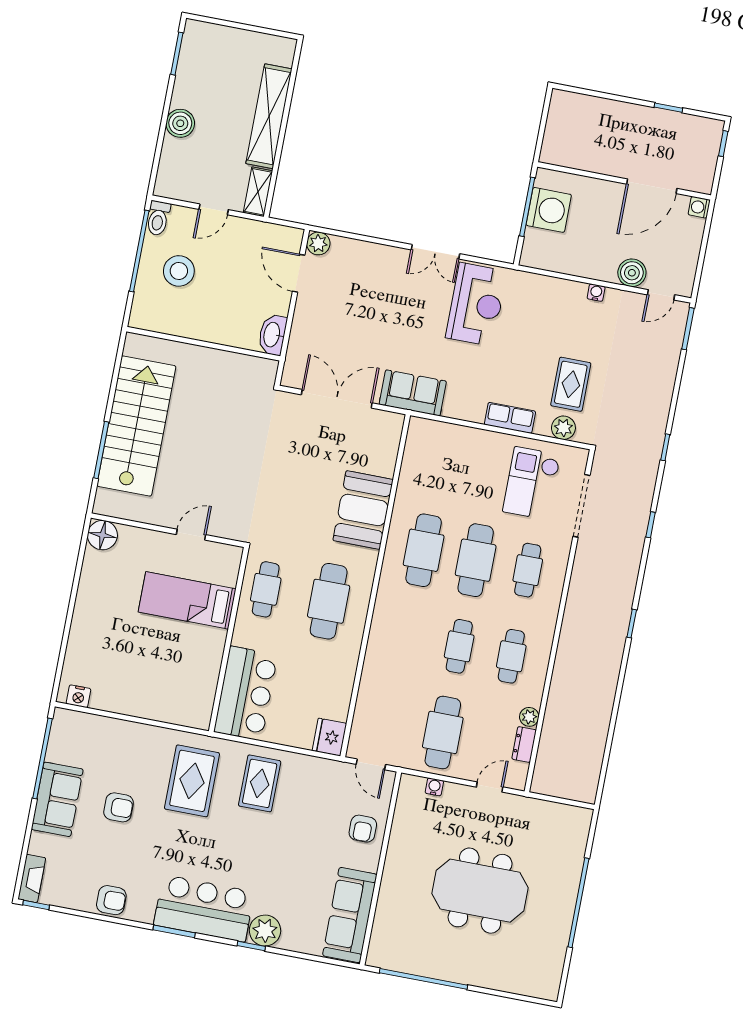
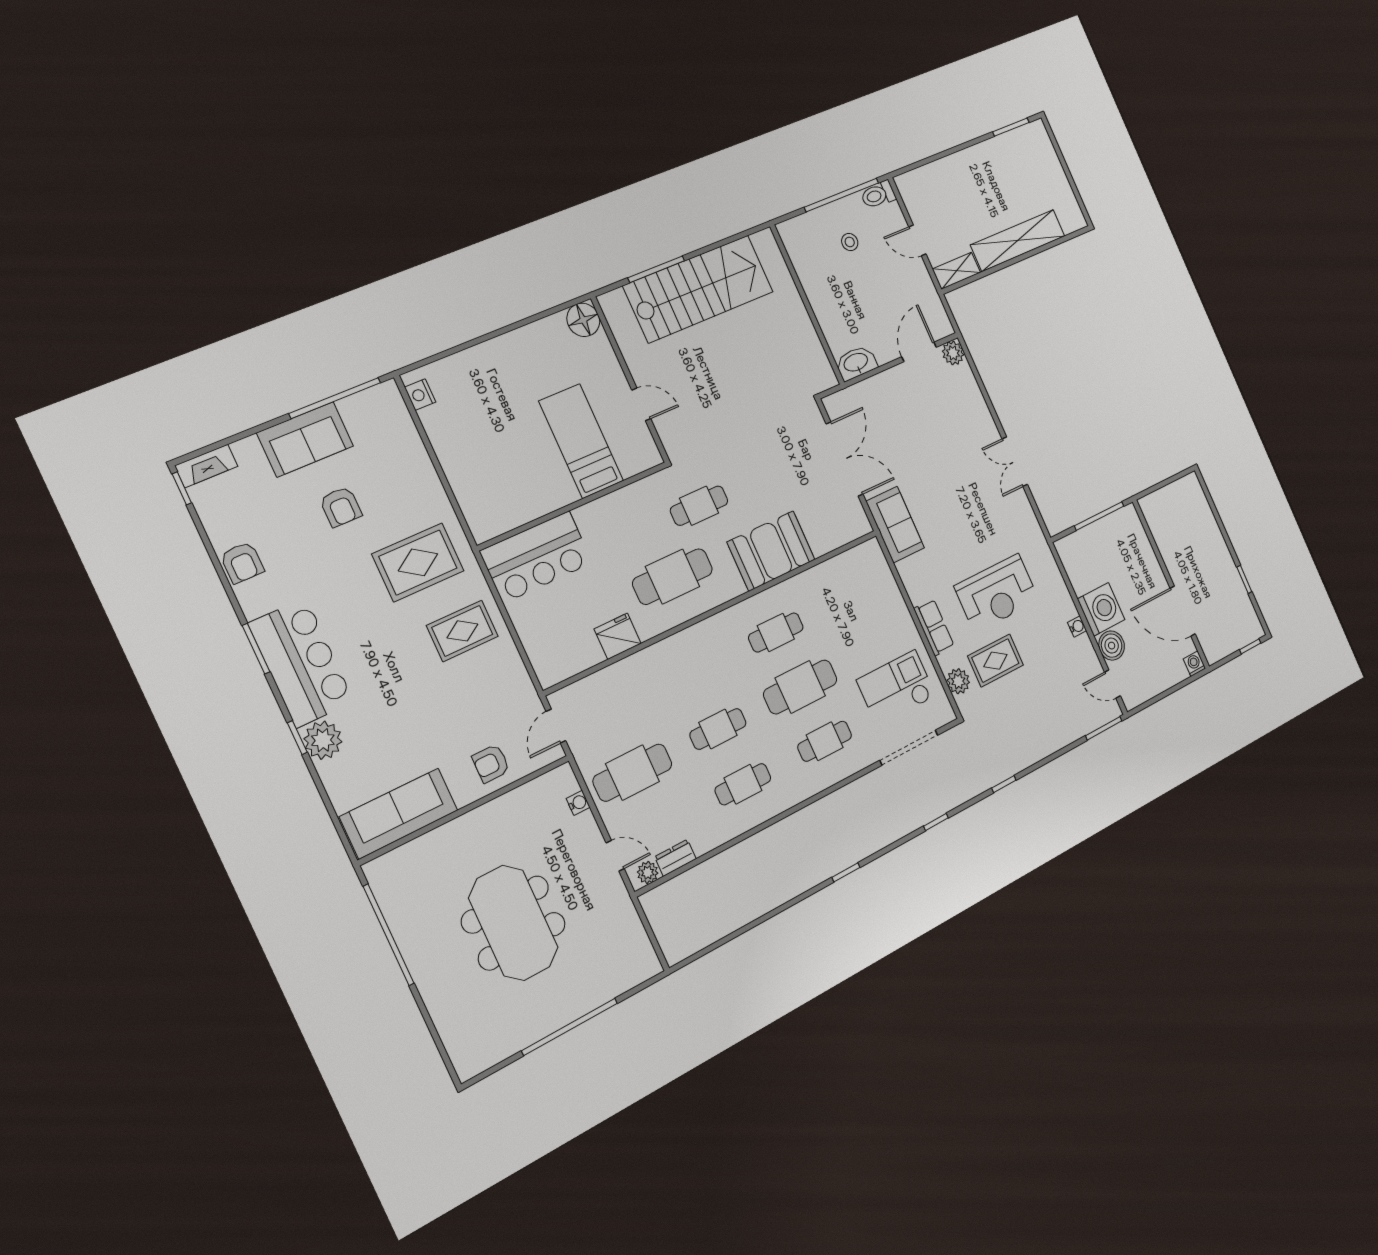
boiler: (180, 123) -> (962, 165), removed
washing machine: (549, 210) -> (1101, 609), moved, turned -90
stool: (179, 271) -> (850, 242), width x0.53, depth x0.53
reception desk: (476, 304) -> (997, 593), moved
cafe table: (424, 550) -> (776, 632), width x0.73, depth x0.74
cafe table: (266, 589) -> (699, 506), moved
plant: (529, 717) -> (648, 873), moved
fridge: (329, 737) -> (618, 636), moved

